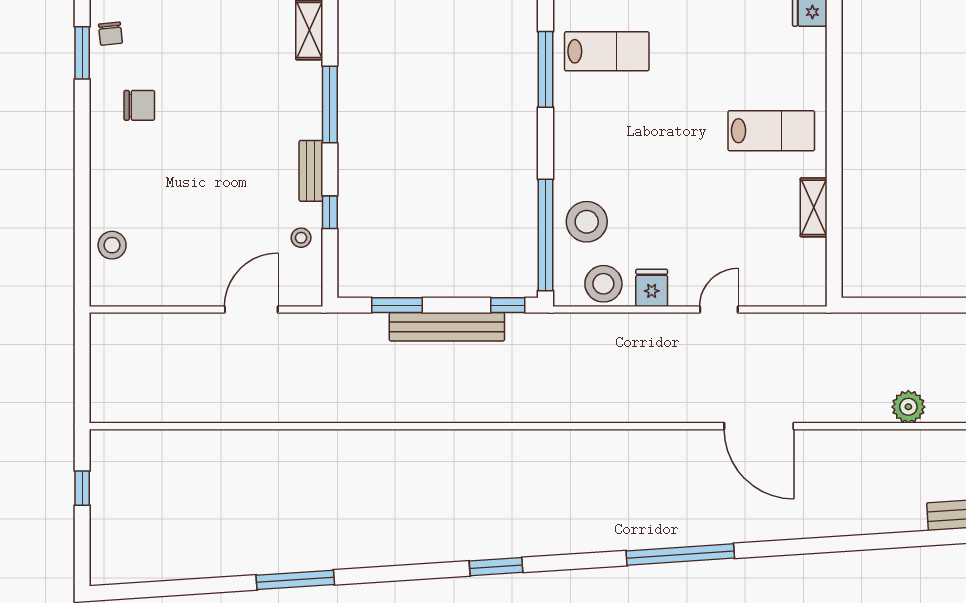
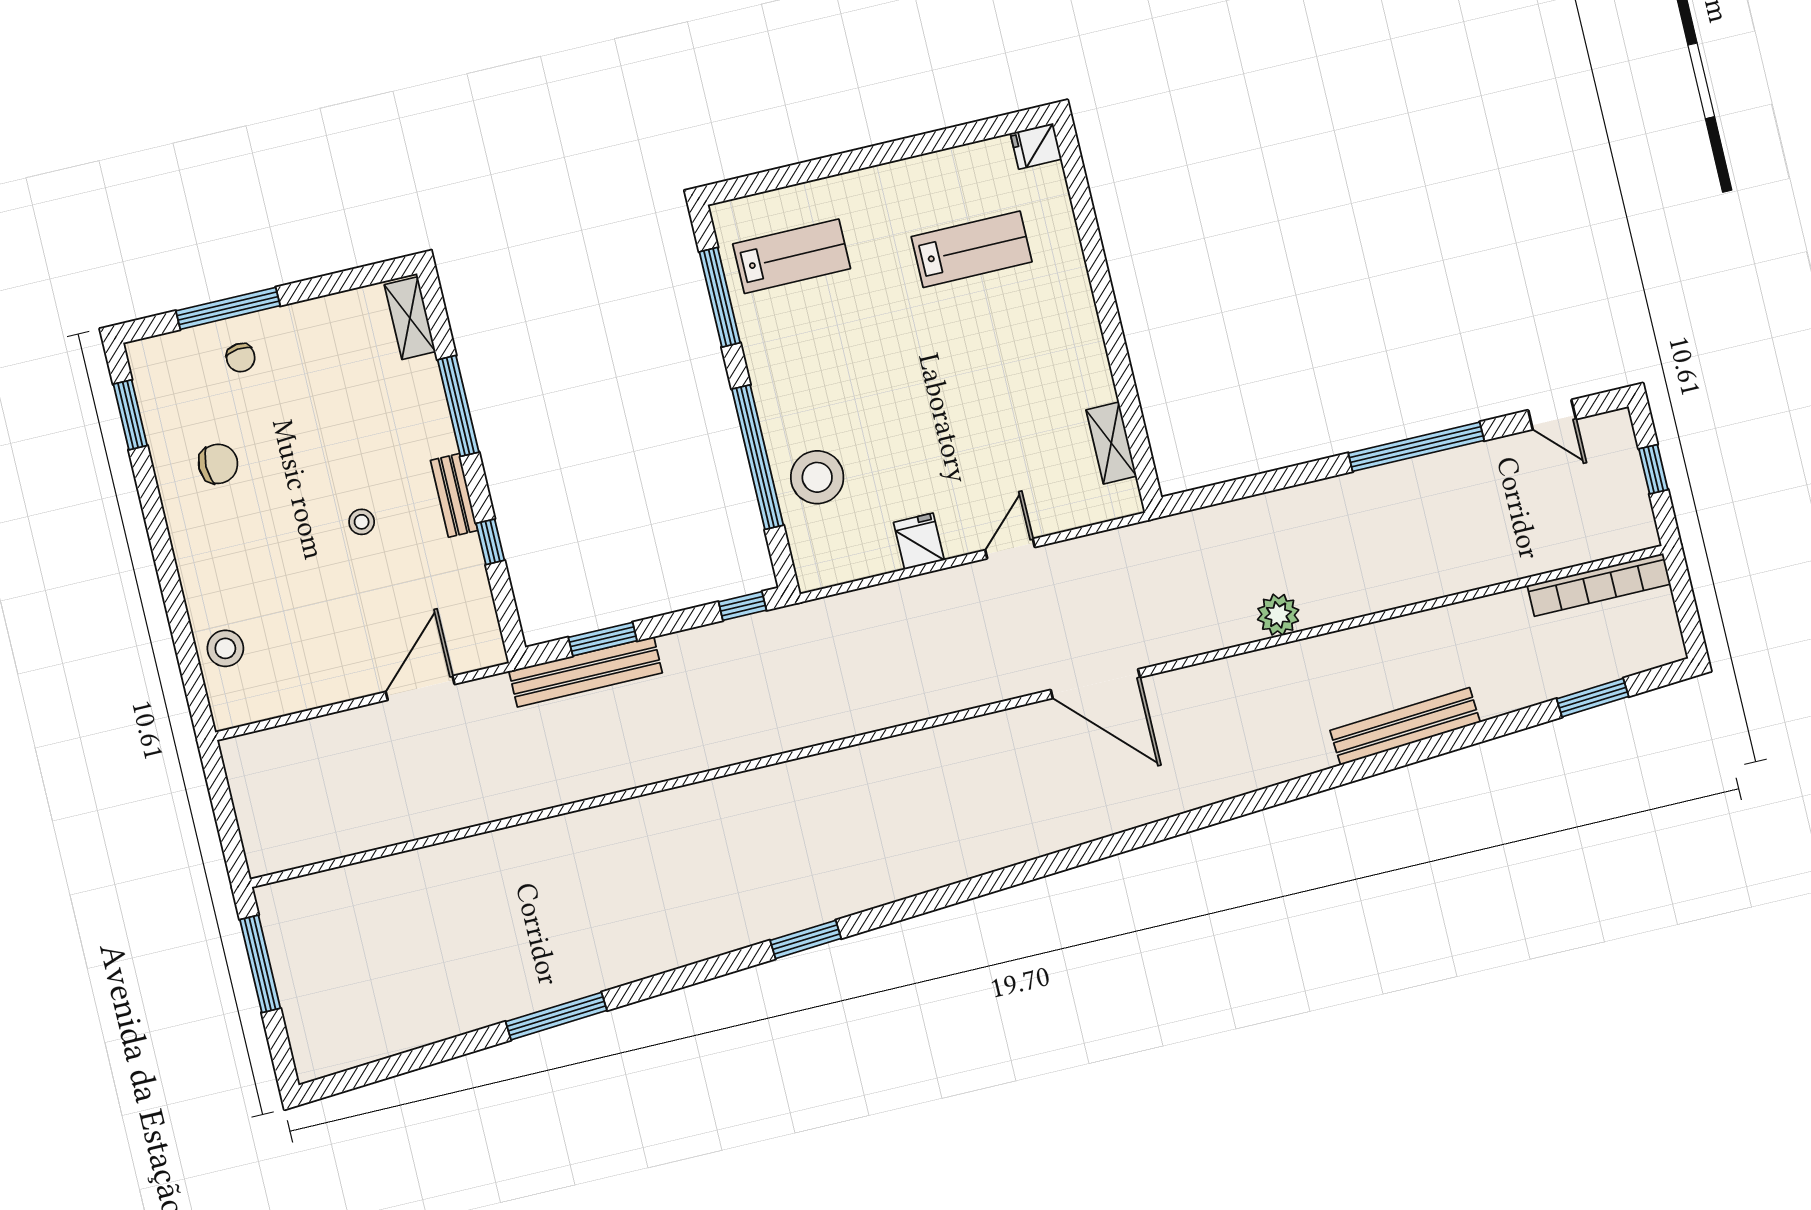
chair: (110, 34) -> (241, 358), moved
lab bench: (771, 131) -> (972, 249), moved
shelving: (814, 207) -> (1111, 443), moved
window: (546, 235) -> (758, 457), moved
stool: (301, 238) -> (362, 522), moved
stool: (603, 284) -> (857, 551), removed
bench: (447, 327) -> (586, 672), moved
window: (82, 488) -> (260, 964), width x2.17
window: (680, 554) -> (1034, 869), removed

